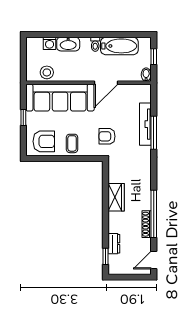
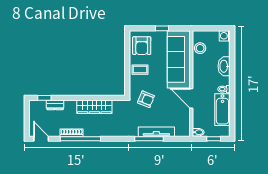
washing machine: (50, 43) -> (225, 36), moved
armchair: (107, 136) -> (146, 99), turned 112
wardrobe: (116, 197) -> (94, 107), width x1.50

